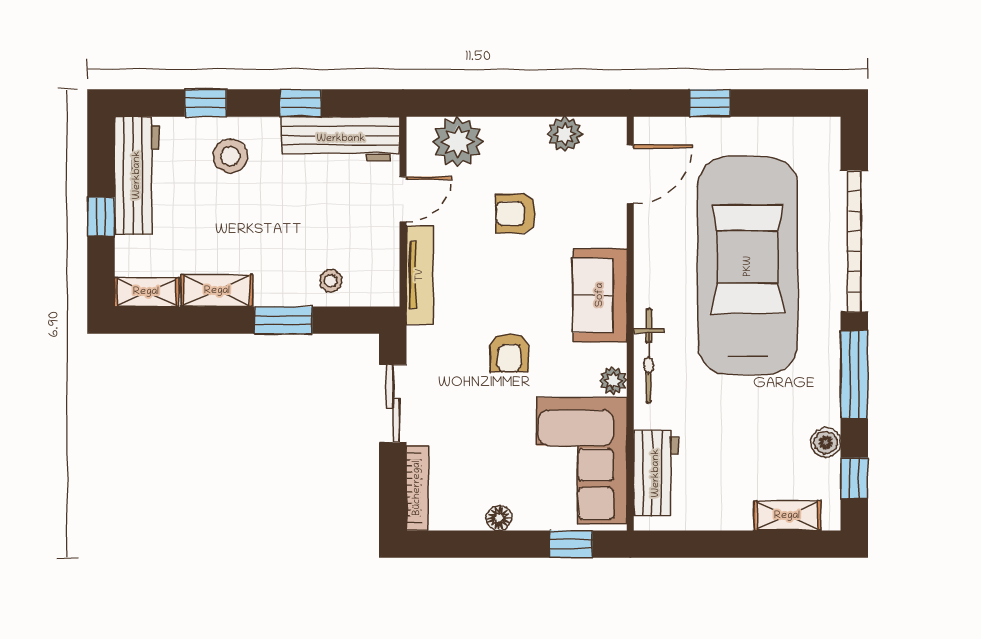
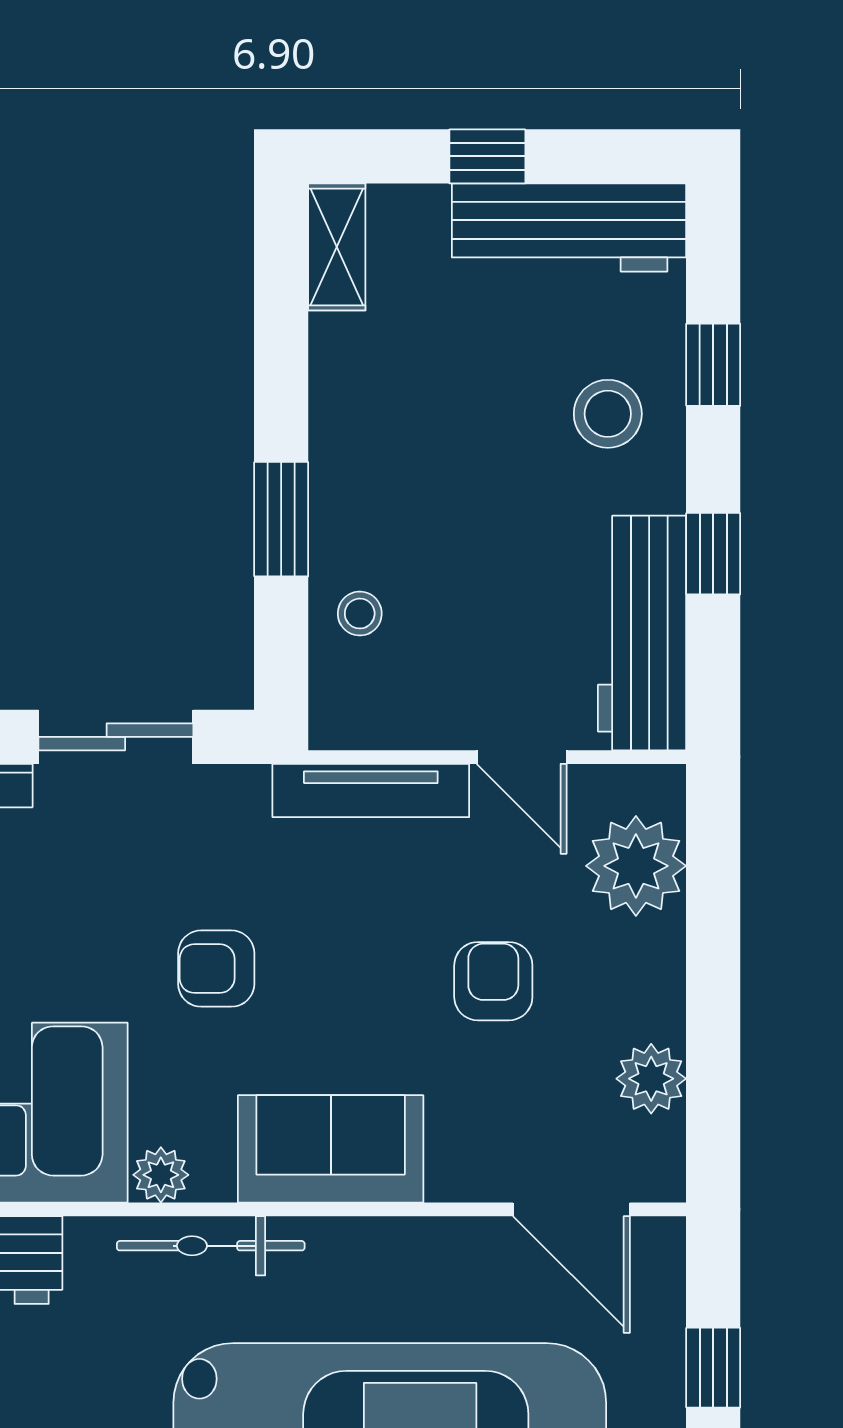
shelving: (217, 291) -> (340, 387), removed

